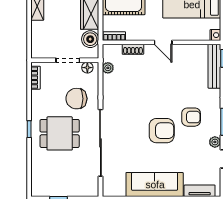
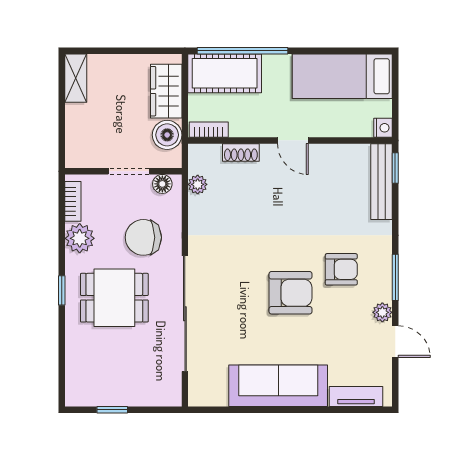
plant: (40, 99) -> (80, 238), added

